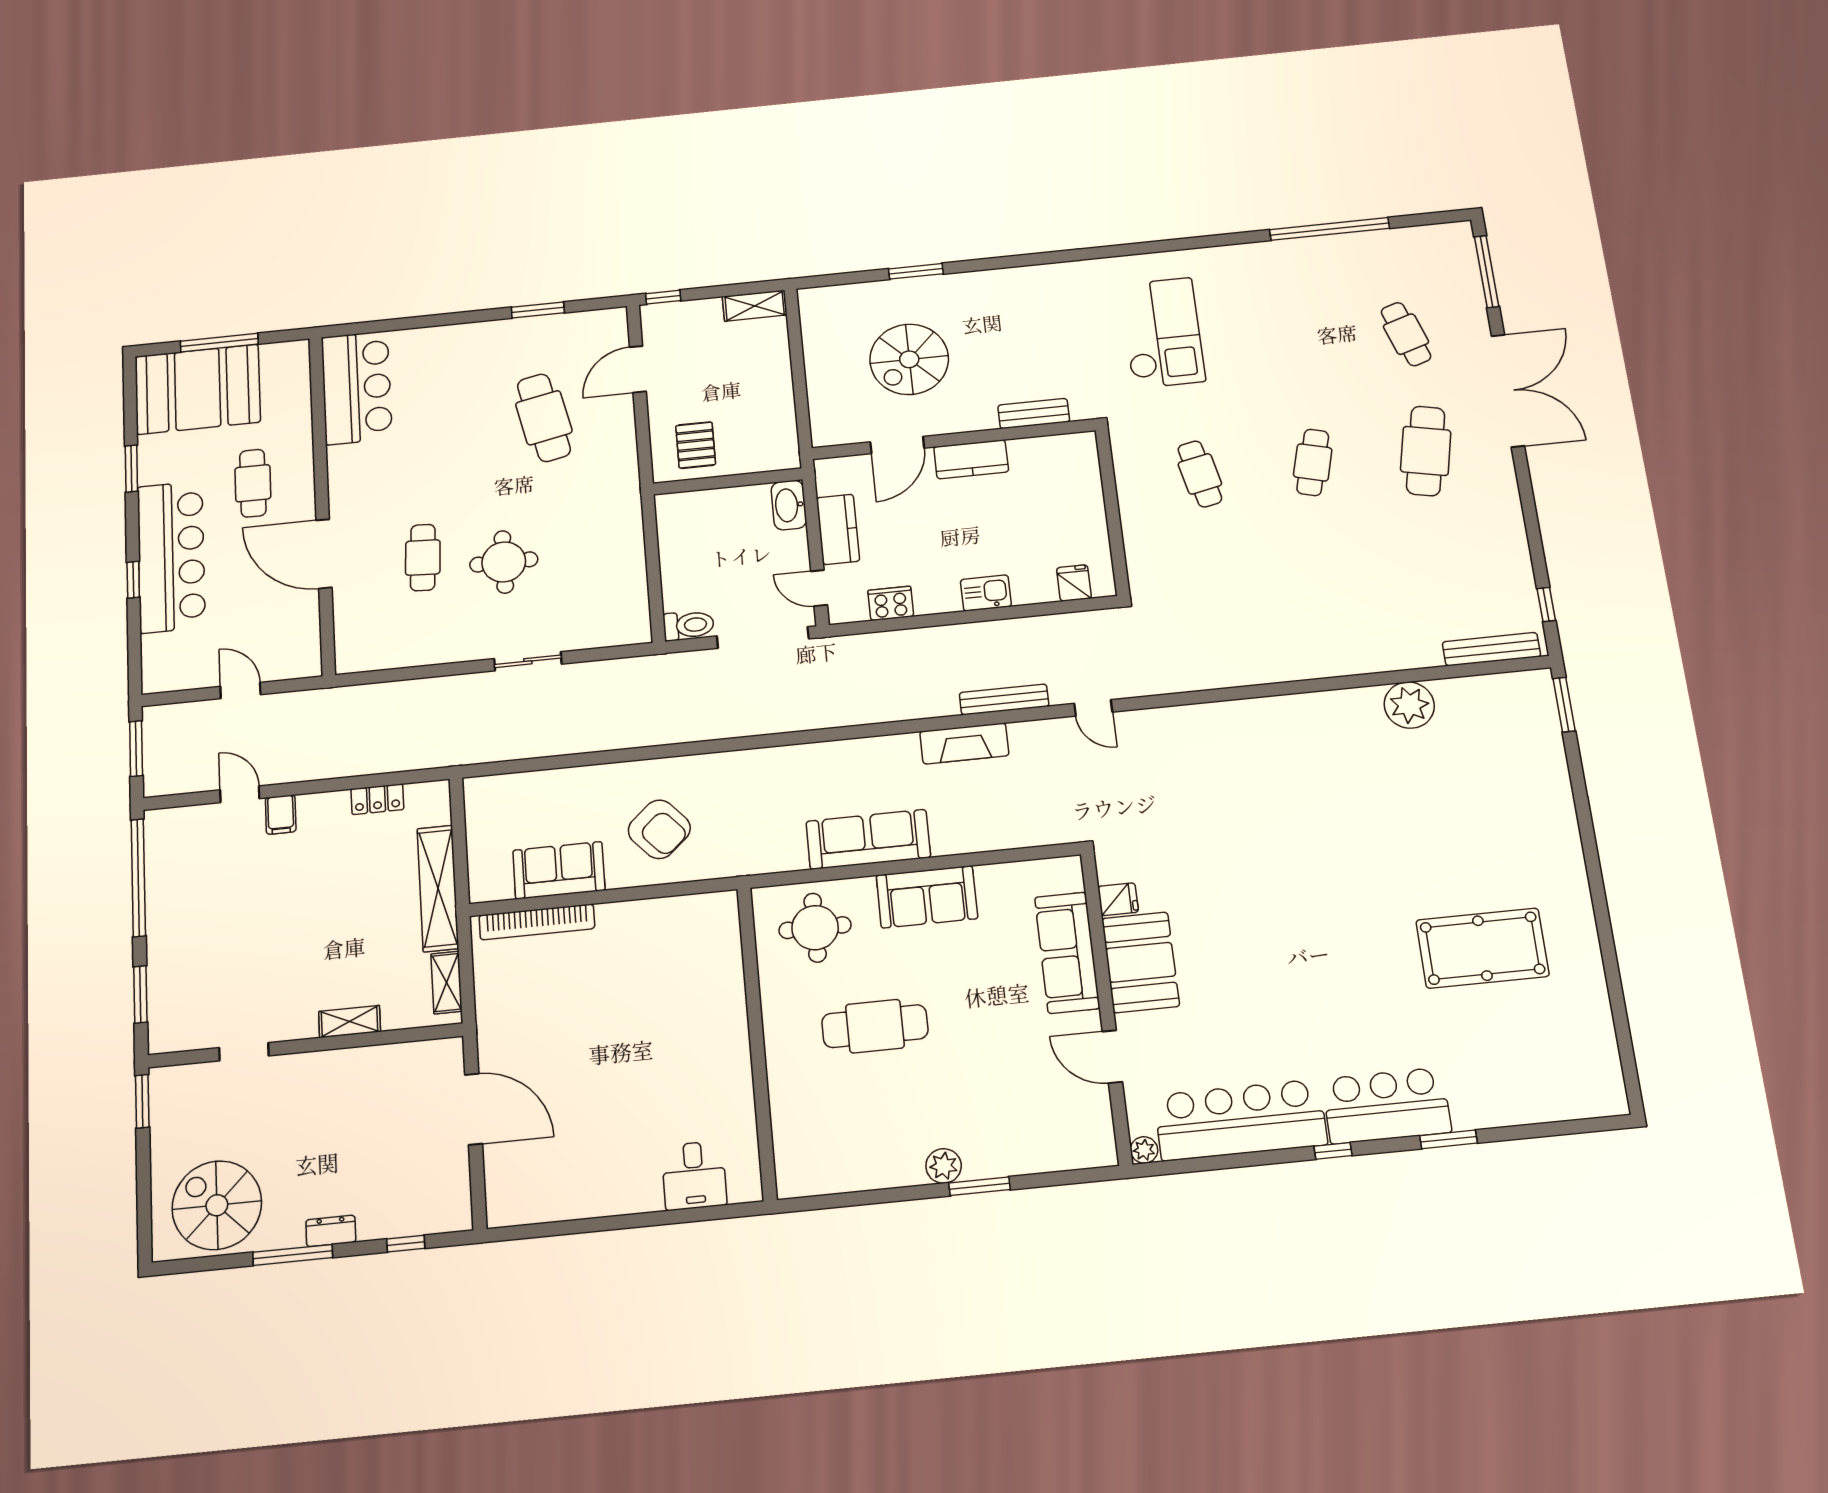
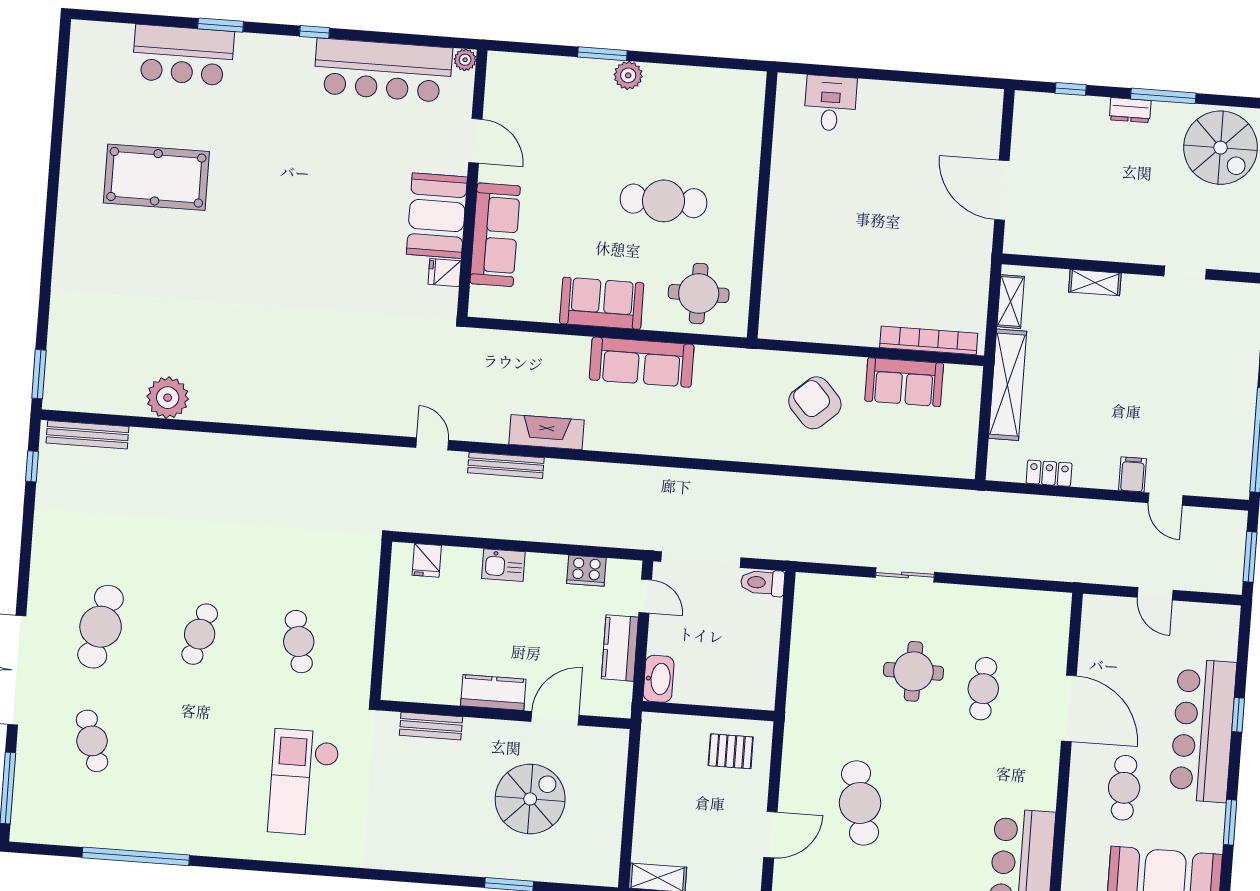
pallet: (696, 445) -> (731, 751), turned 90
bar counter: (1386, 1106) -> (183, 55), moved

